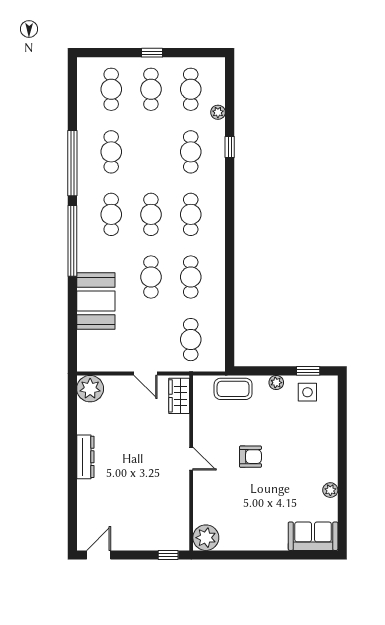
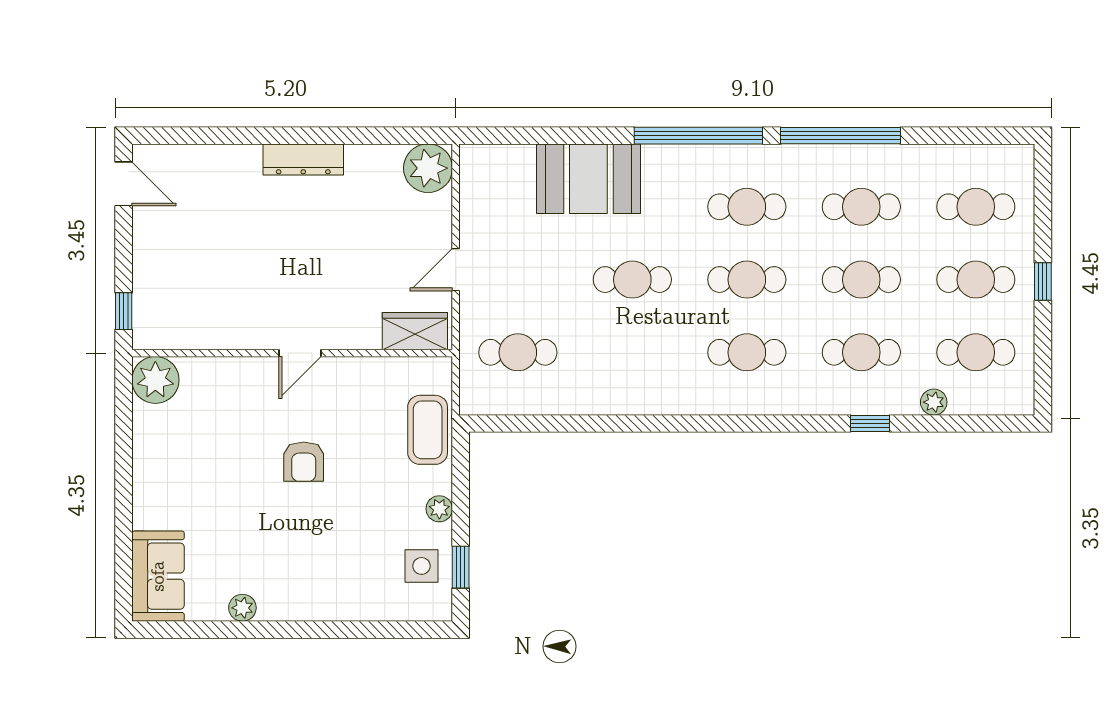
cafe table: (191, 277) -> (861, 280), moved

